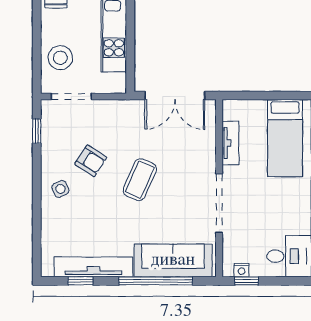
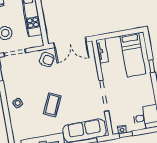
tv unit: (230, 143) -> (102, 51), moved
armchair: (91, 161) -> (47, 59), moved
coffee table: (140, 180) -> (52, 105), moved

